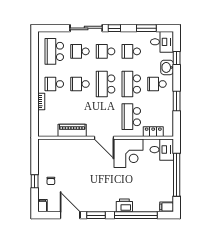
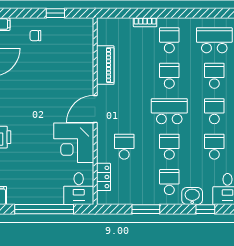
school desk: (131, 84) -> (169, 147), width x0.54
school desk: (131, 117) -> (124, 147), width x0.54
window: (35, 181) -> (55, 13), moved

